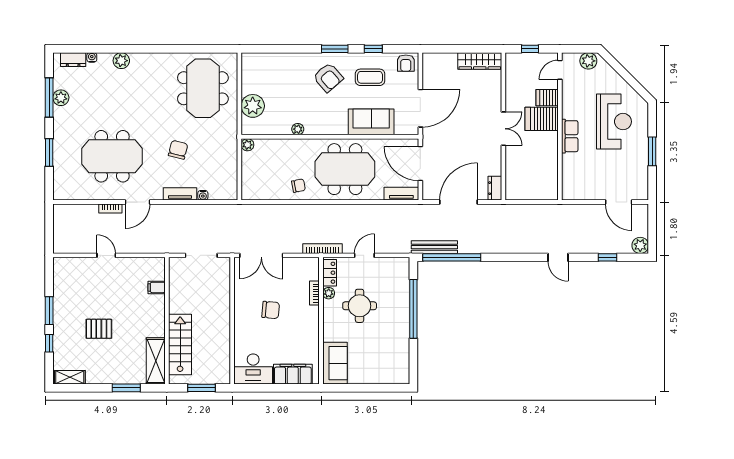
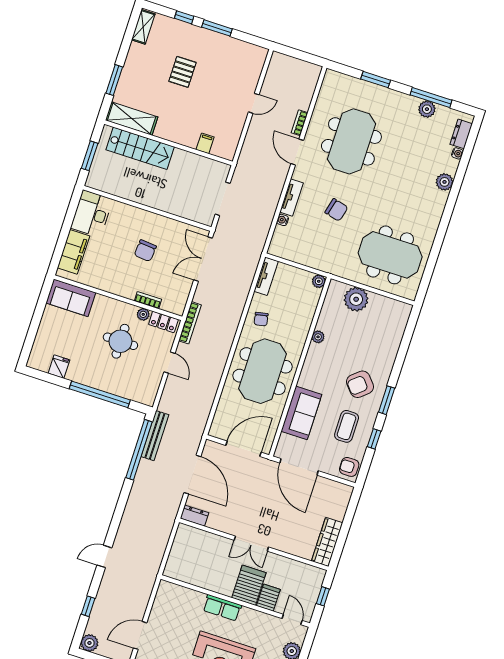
tv unit: (401, 194) -> (266, 276), moved
fridge: (400, 354) -> (59, 367), added

